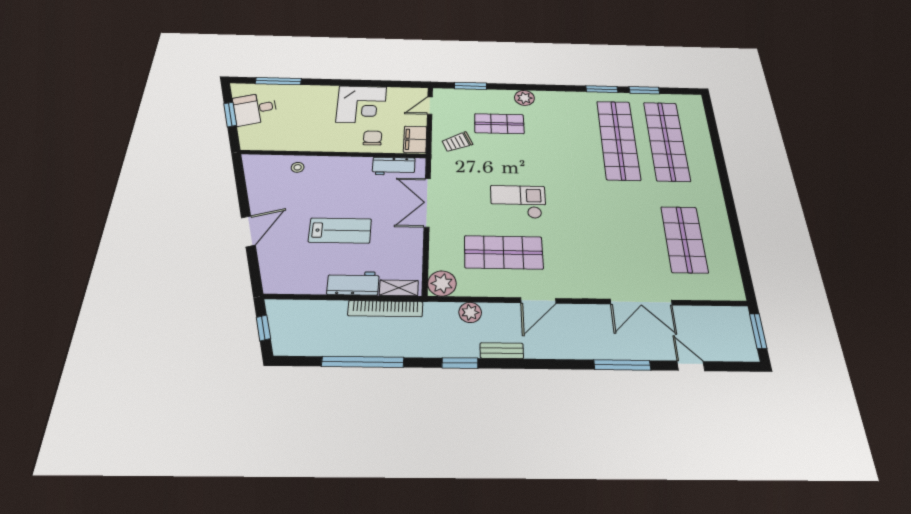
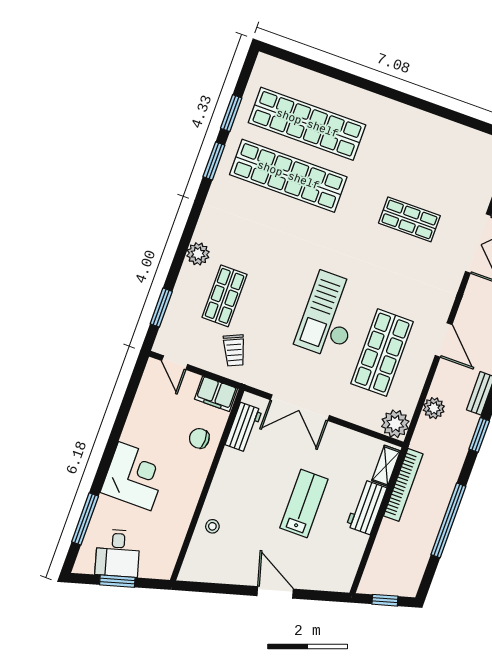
corner desk: (361, 104) -> (135, 476), moved
checkout: (518, 202) -> (330, 315), width x1.36, depth x1.21
shop shelf: (684, 239) -> (409, 219), moved, width x0.70, depth x0.74

